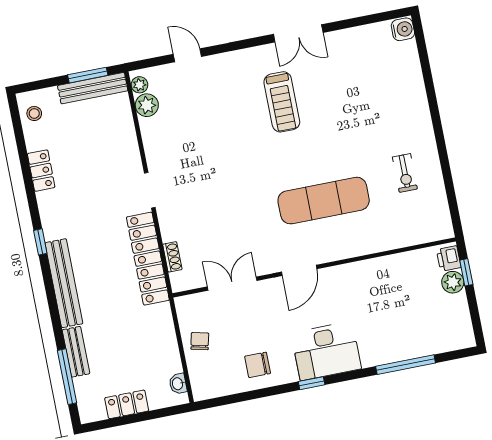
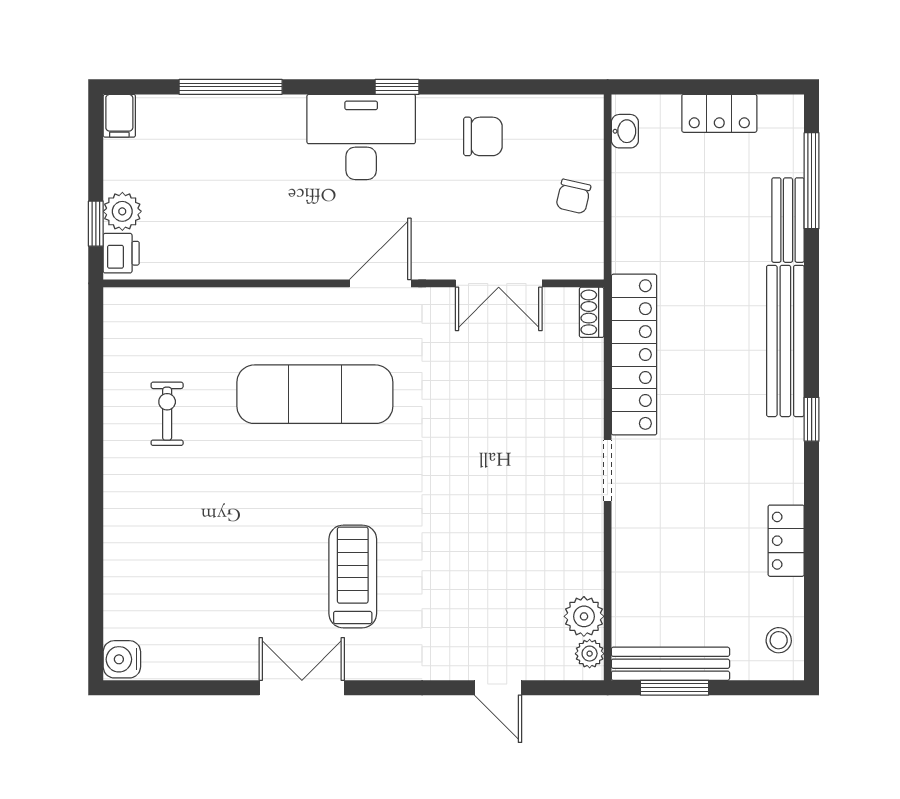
shoe rack: (172, 257) -> (592, 312), moved
filing cabinet: (465, 336) -> (119, 116), added

